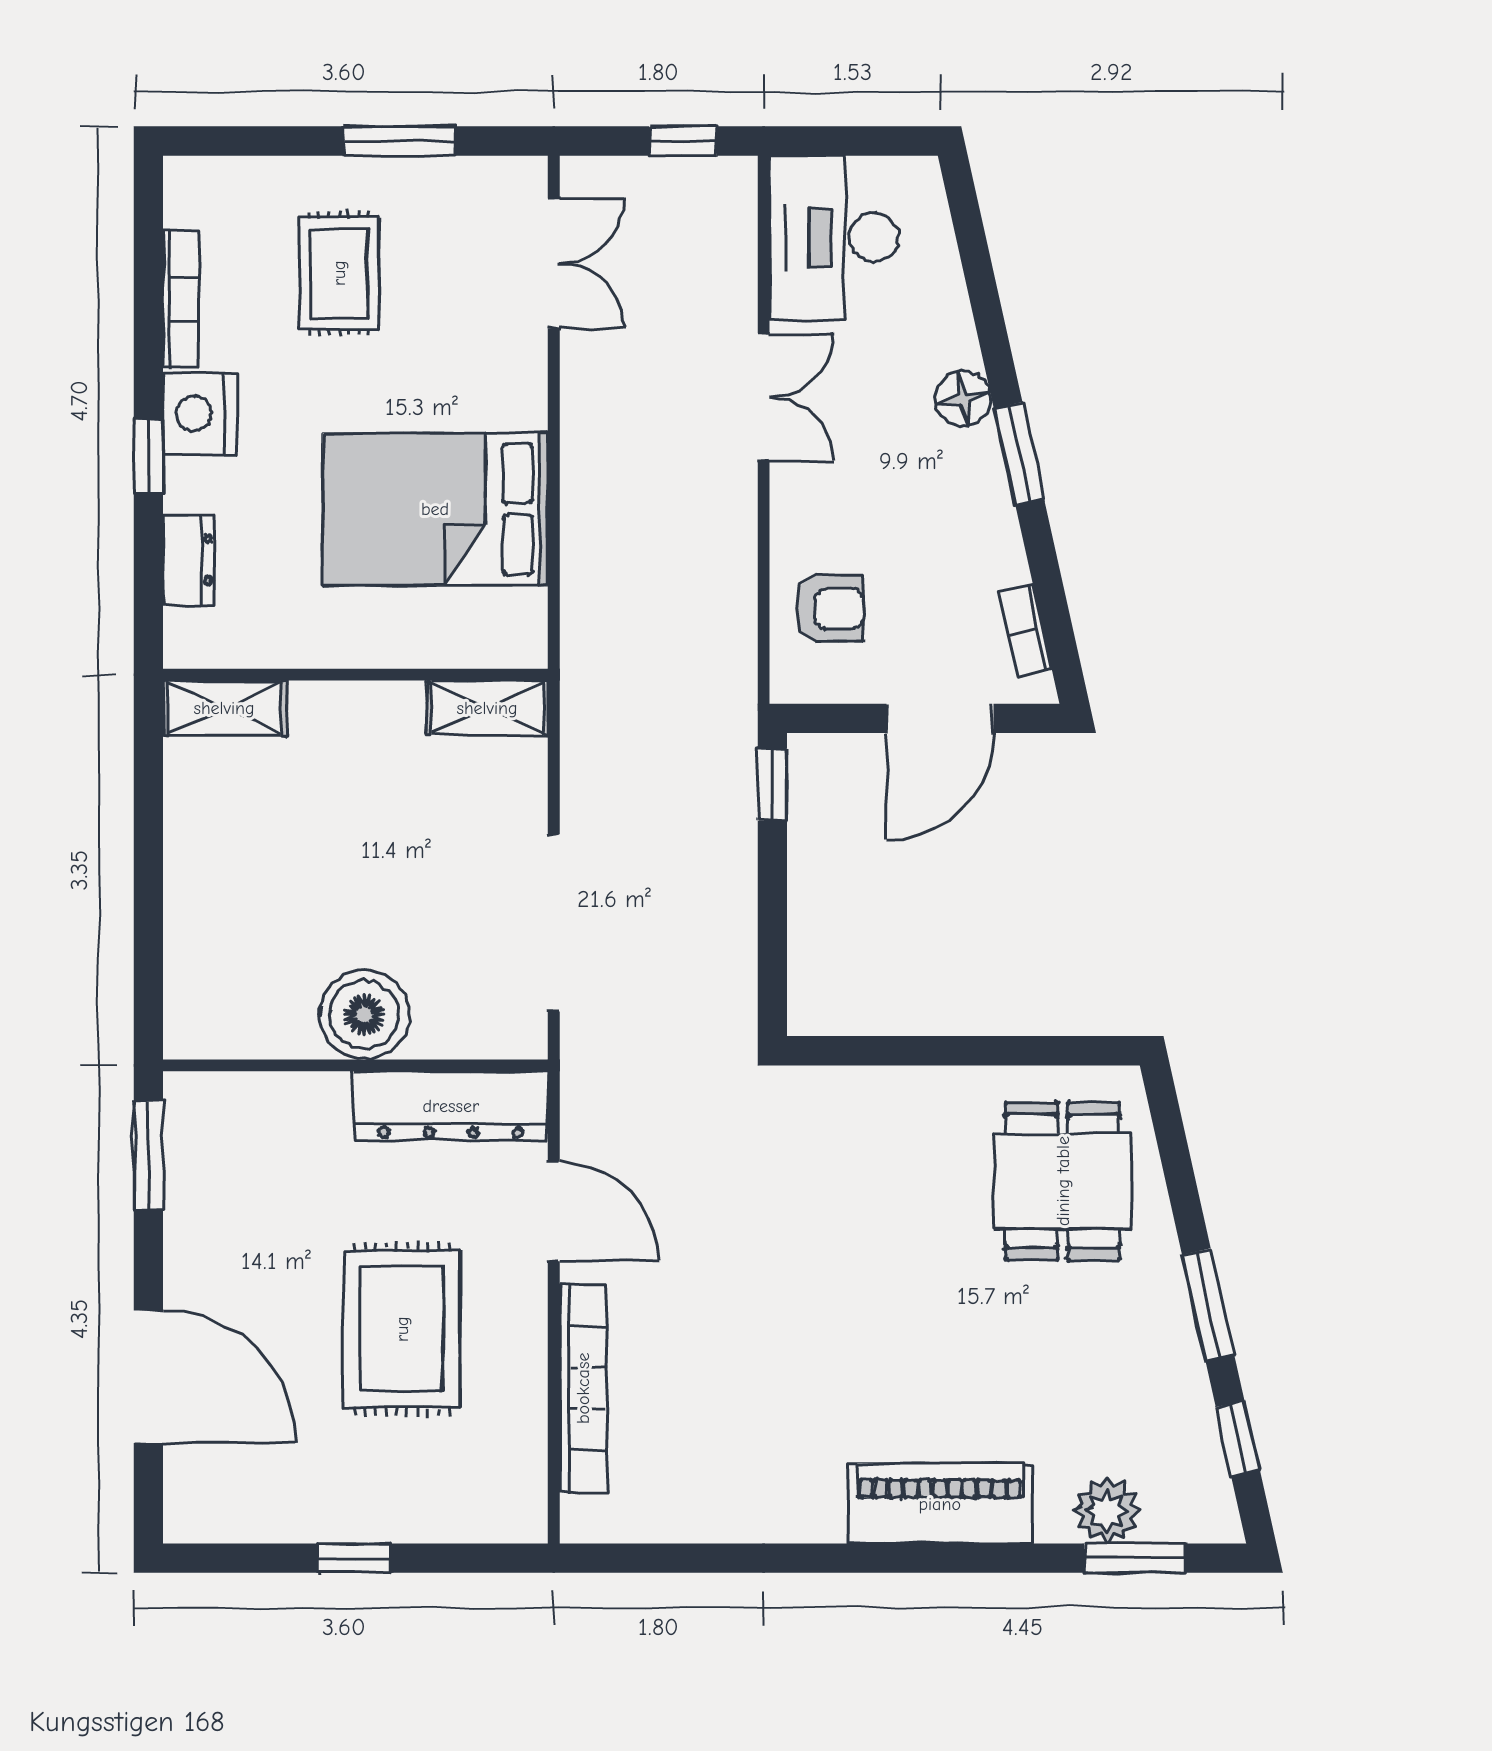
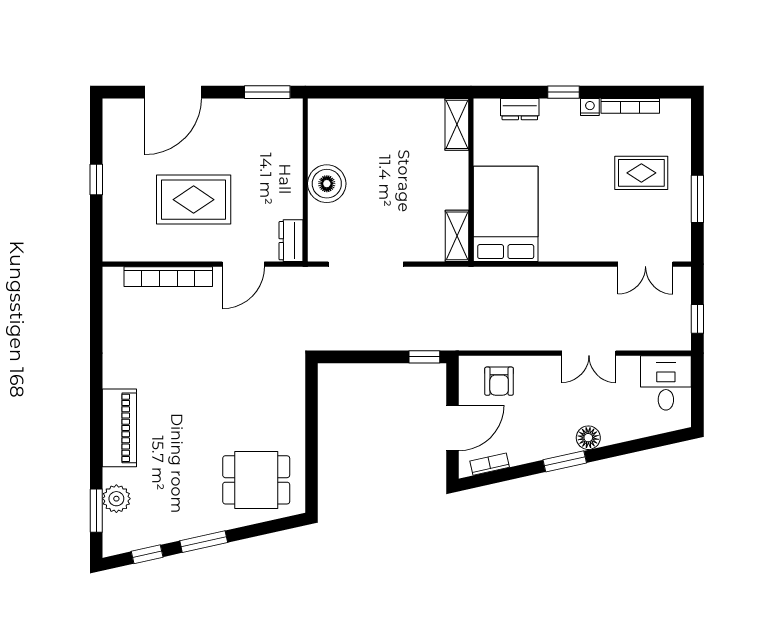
desk: (834, 237) -> (666, 383), width x0.73
nightstand: (200, 414) -> (590, 107), width x0.53, depth x0.56
bed: (435, 509) -> (506, 214), moved
door: (940, 718) -> (452, 428), swing flipped
dresser: (451, 1106) -> (291, 241), width x0.51, depth x0.80

